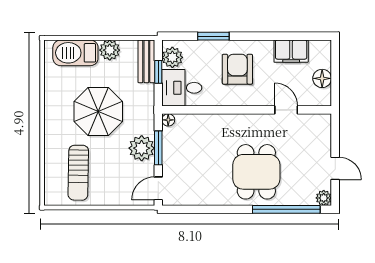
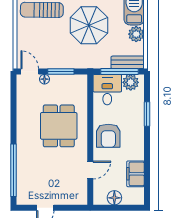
armchair: (237, 69) -> (108, 136), moved, turned 90
window: (158, 72) -> (119, 71), width x2.17
floor lamp: (168, 120) -> (44, 79), moved
plant: (142, 148) -> (61, 59), removed
dining table: (256, 172) -> (59, 126), moved, turned 90
plant: (324, 198) -> (22, 199), removed

